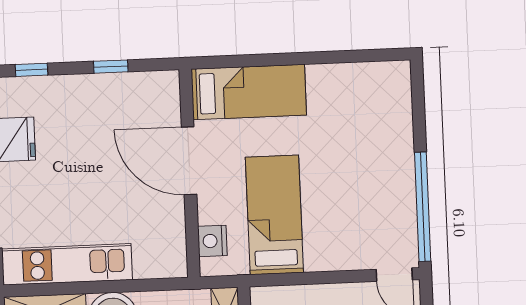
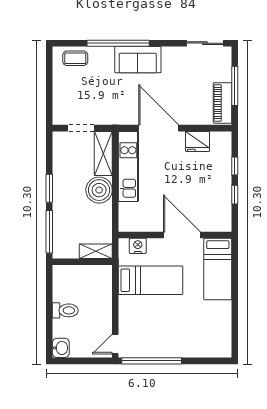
window: (31, 70) -> (235, 166), moved
door: (189, 161) -> (182, 235), hinge flipped

